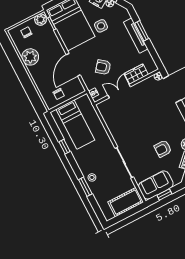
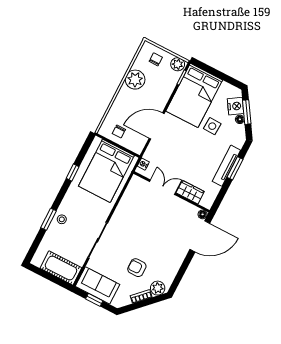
armchair: (103, 67) -> (174, 156), removed
bed: (75, 125) -> (106, 171), width x1.50

